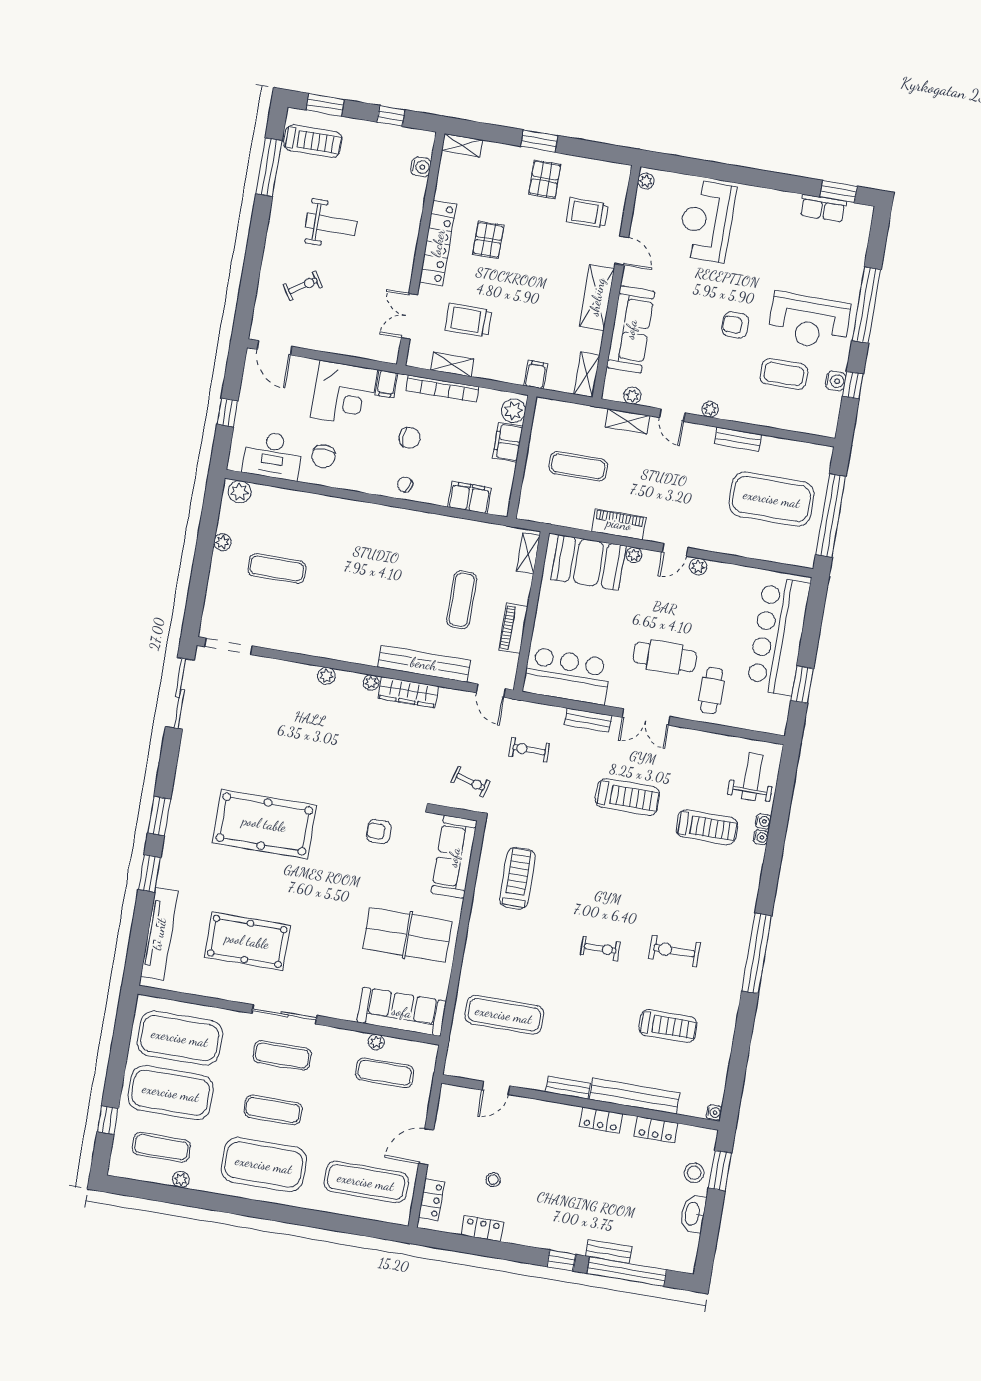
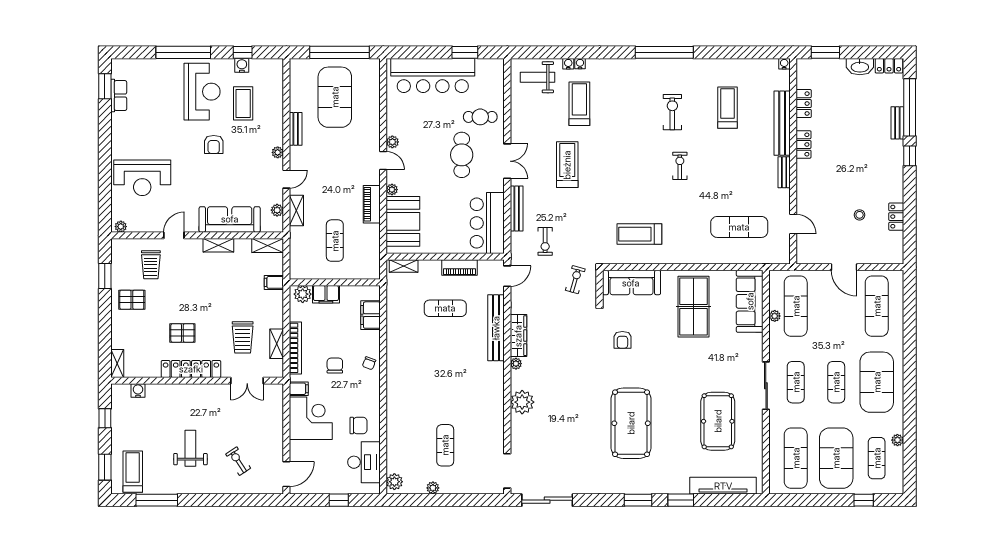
window: (539, 141) -> (105, 276), moved
shelving: (597, 297) -> (218, 245), width x0.67, depth x0.75
plant: (326, 676) -> (522, 402), width x1.87, depth x1.87
bench: (588, 720) -> (517, 209), width x1.36
exercise bike: (674, 951) -> (672, 112), turned 180
exercise mat: (504, 1015) -> (739, 227), turned 90
exercise mat: (180, 1038) -> (796, 458), width x0.68
exercise mat: (385, 1073) -> (796, 306), width x1.36, depth x1.45
stool: (694, 1173) -> (830, 71), removed
locker: (432, 1200) -> (889, 66), moved, turned 180

